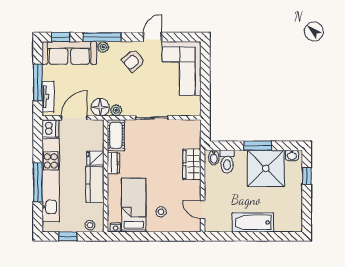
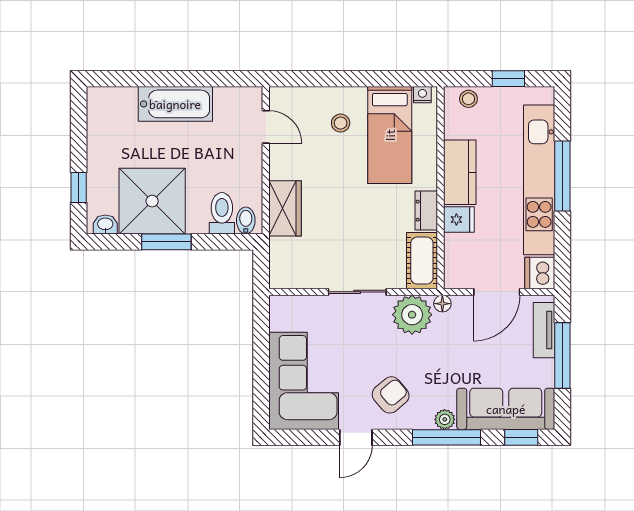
floor lamp: (100, 107) -> (442, 304), width x0.53, depth x0.53
plant: (116, 110) -> (412, 315), width x1.88, depth x1.88

